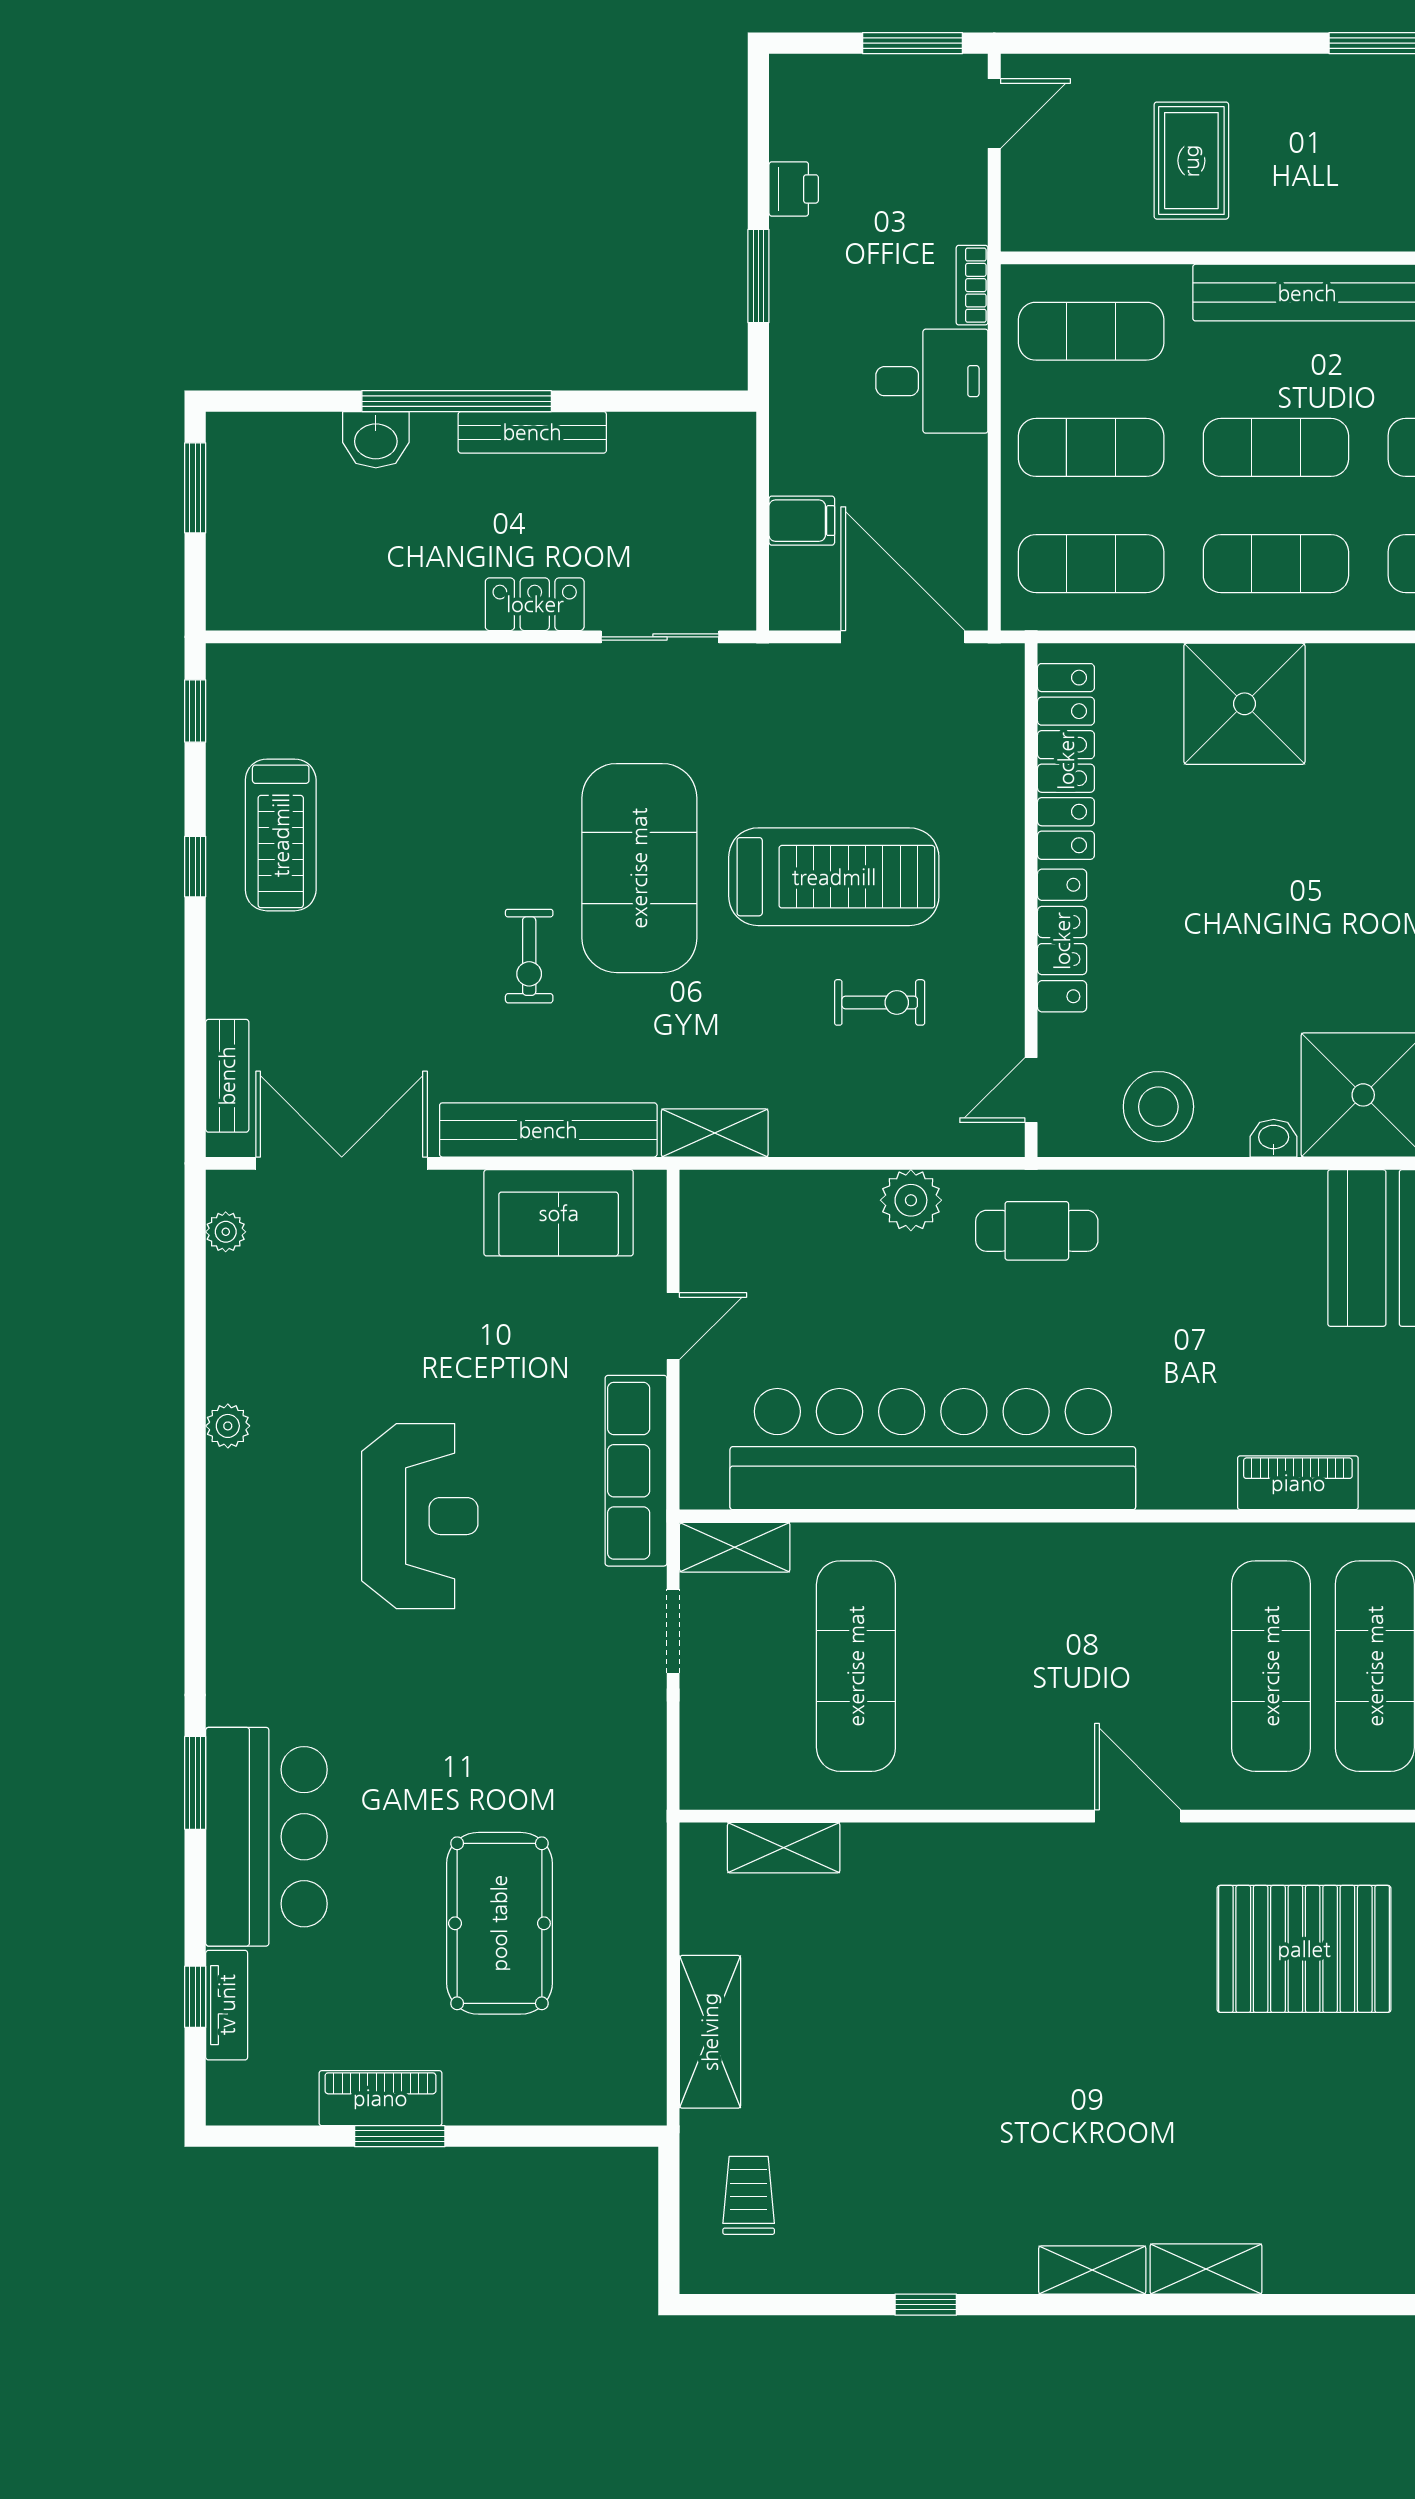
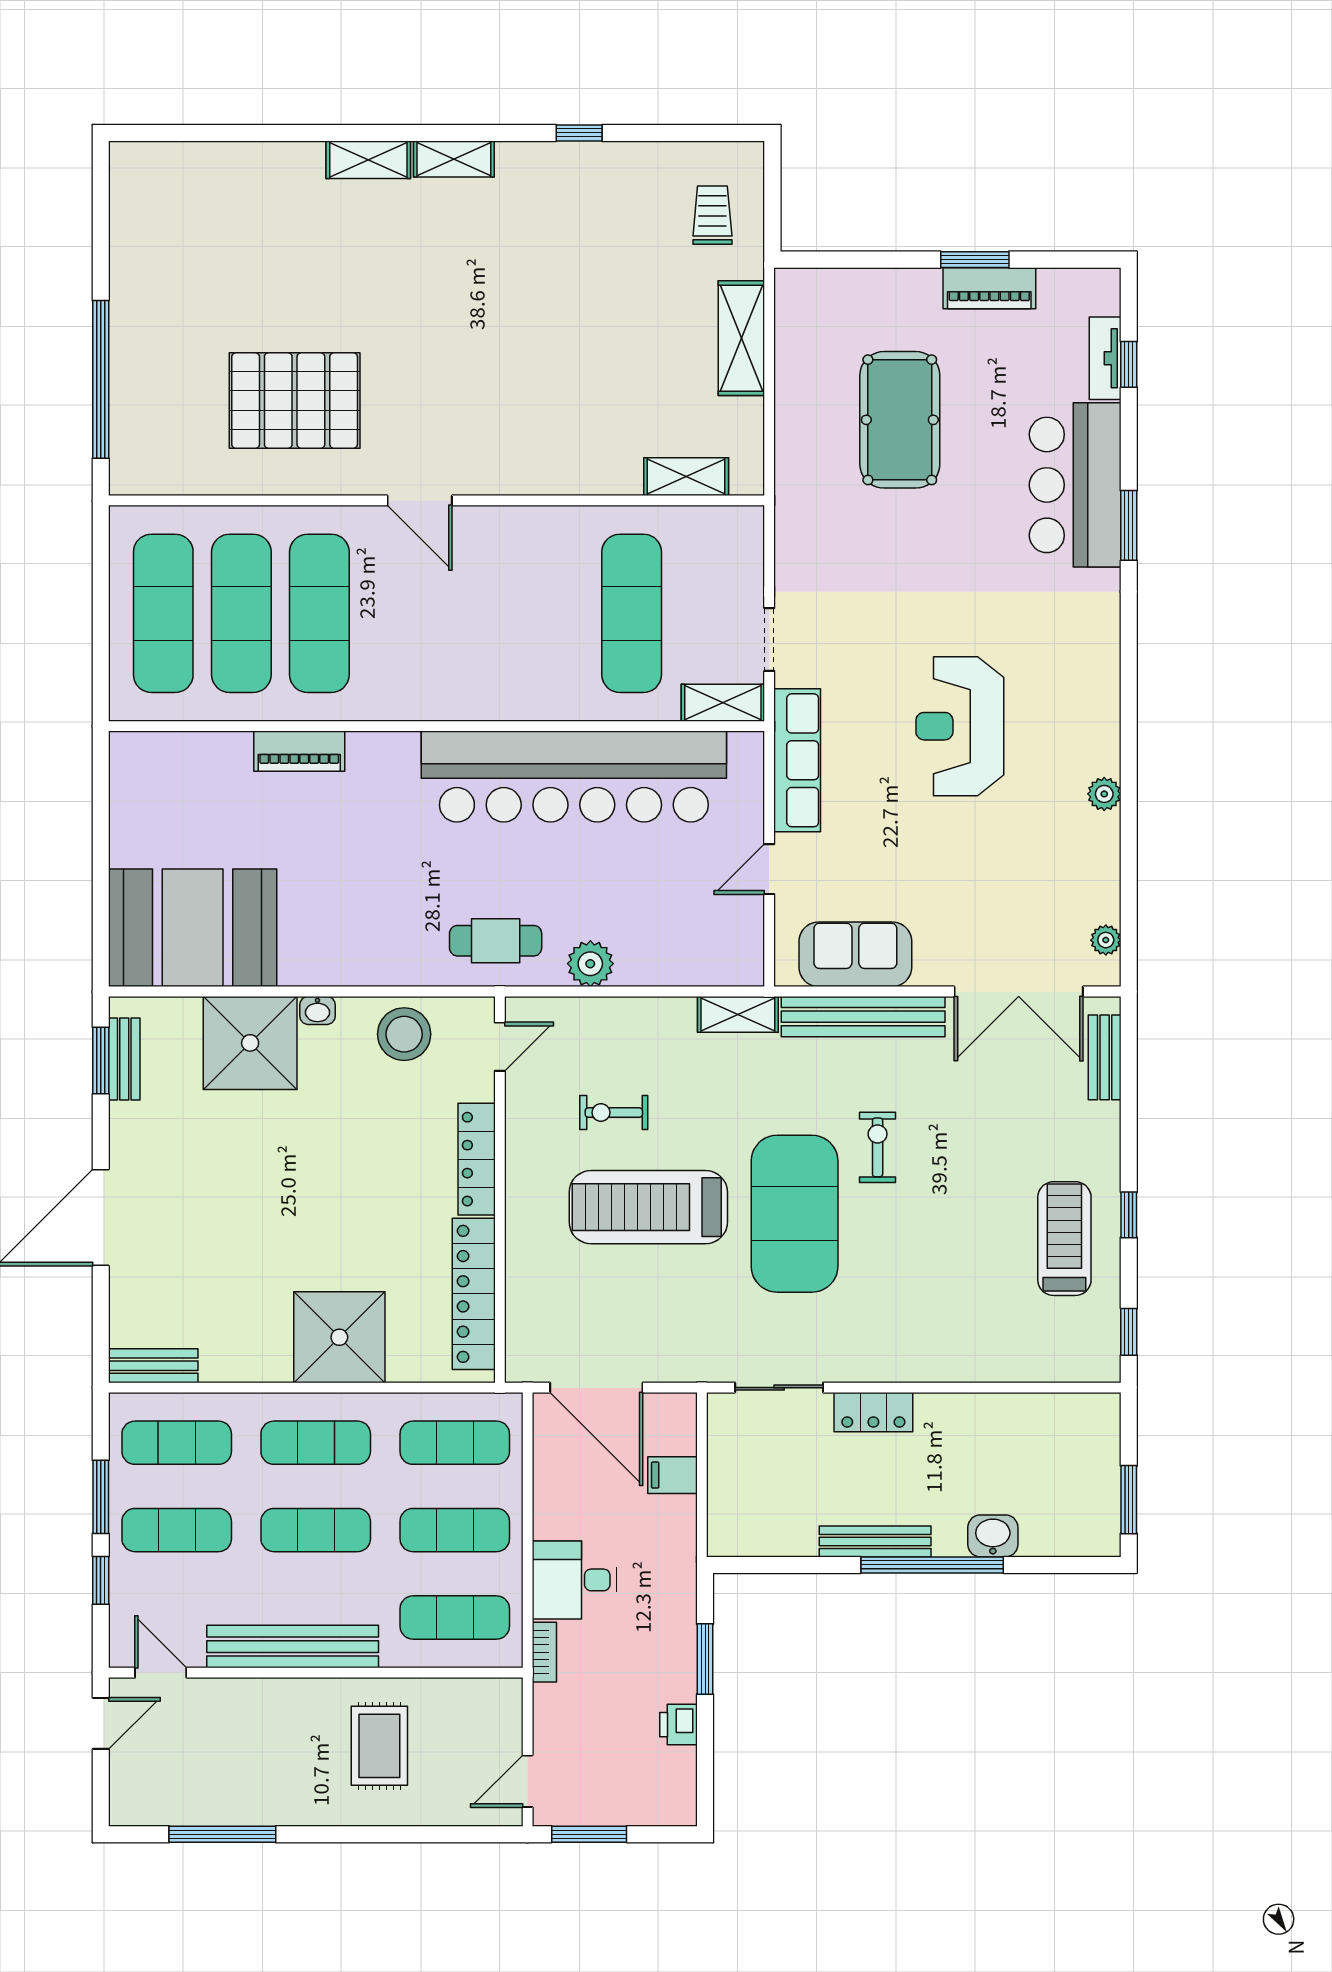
trolley: (749, 2195) -> (712, 215), turned 180

